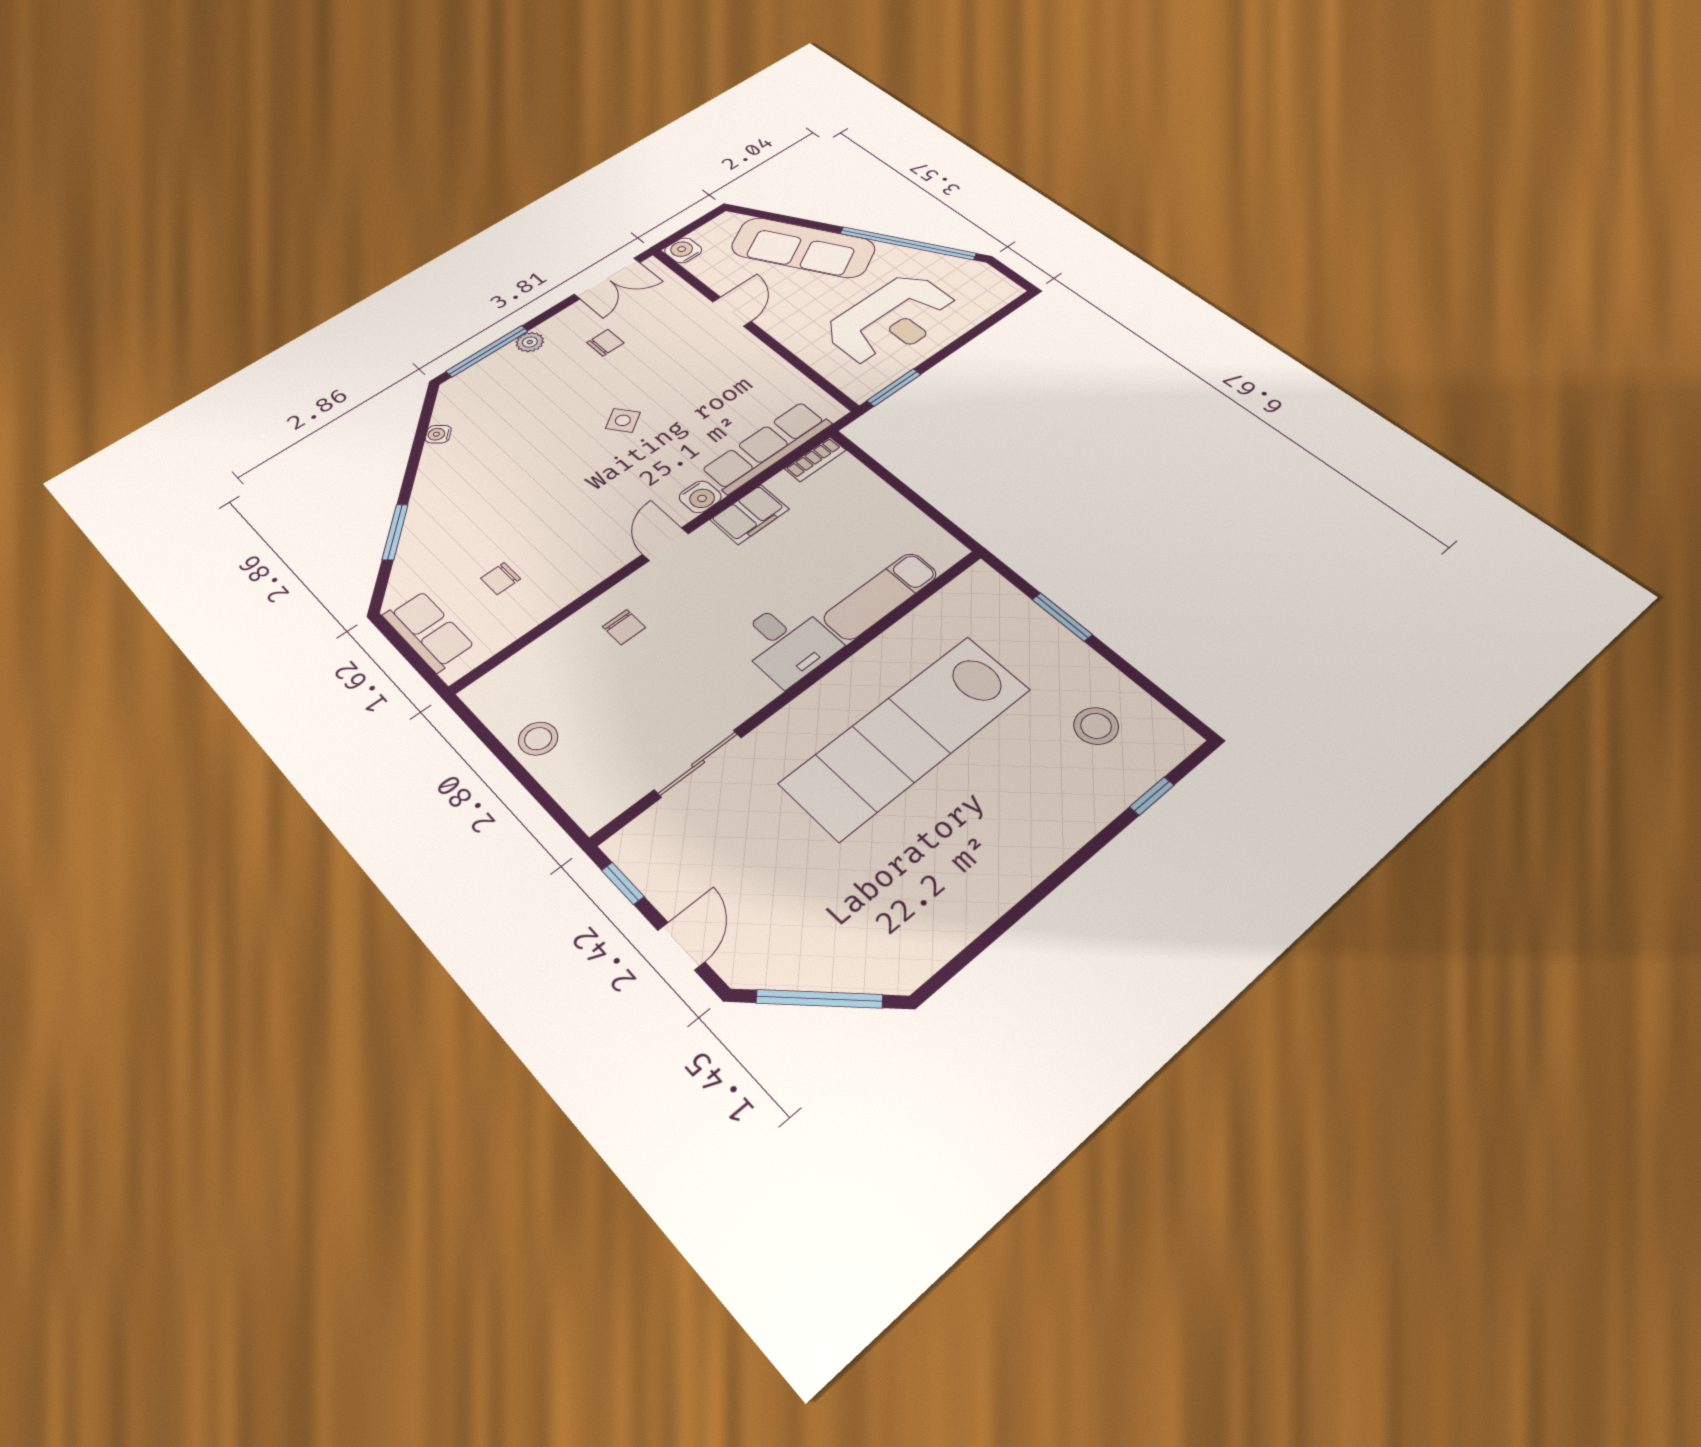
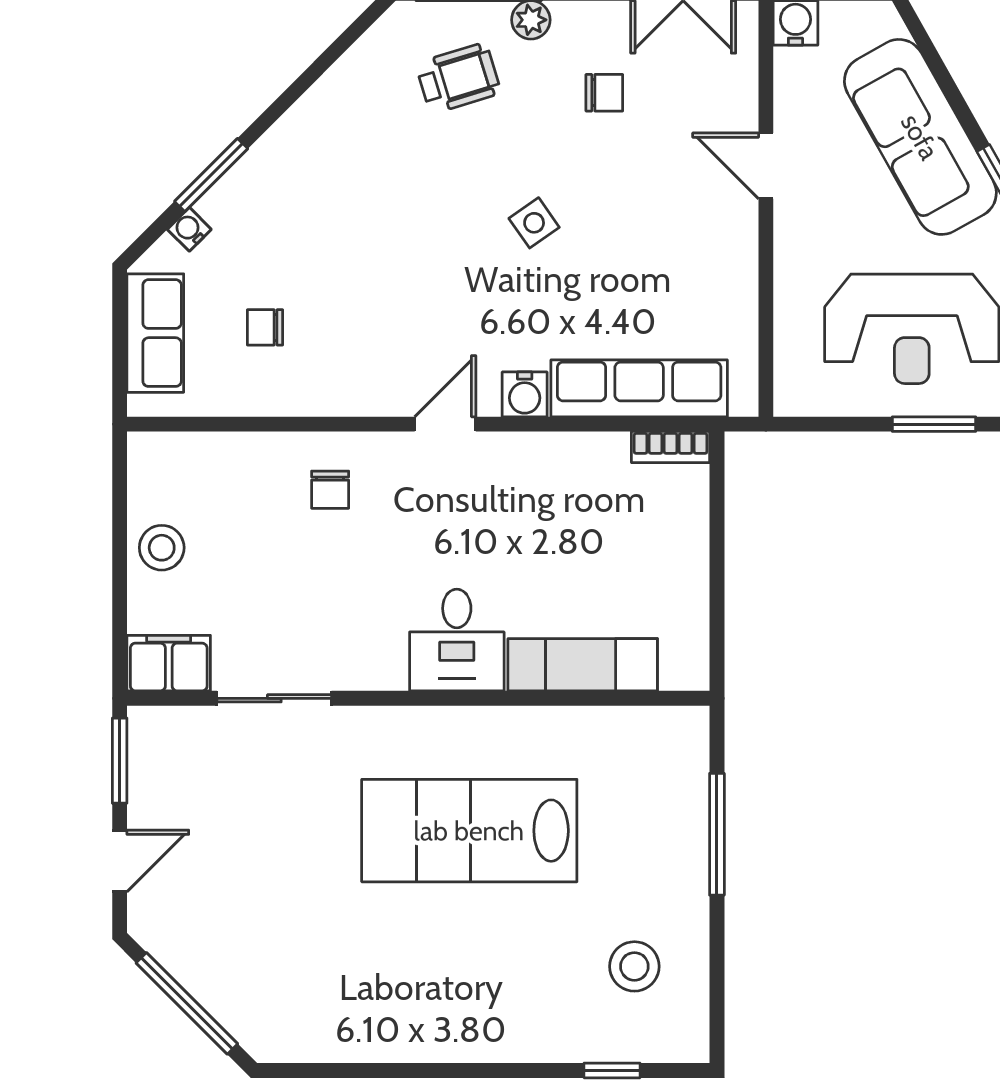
door: (732, 312) -> (766, 166), swing flipped
window: (894, 388) -> (934, 424), moved
wheelchair: (511, 392) -> (458, 78), added
water cooler: (438, 434) -> (189, 229), moved
filing cabinet: (750, 514) -> (169, 663), moved, turned 180
window: (1062, 617) -> (717, 834), width x1.44
lab bench: (906, 736) -> (469, 831), width x0.73
window: (623, 883) -> (120, 761), width x1.50

